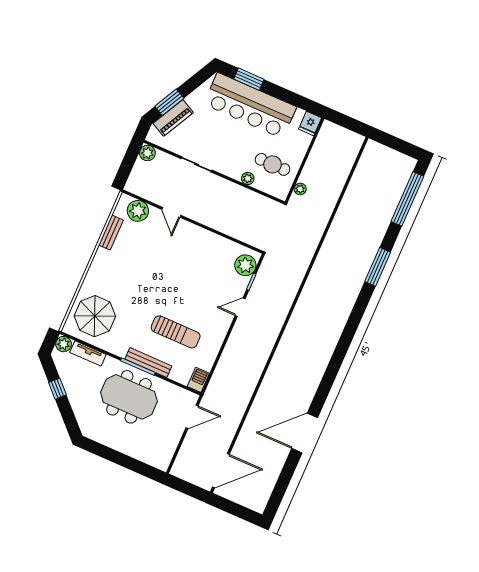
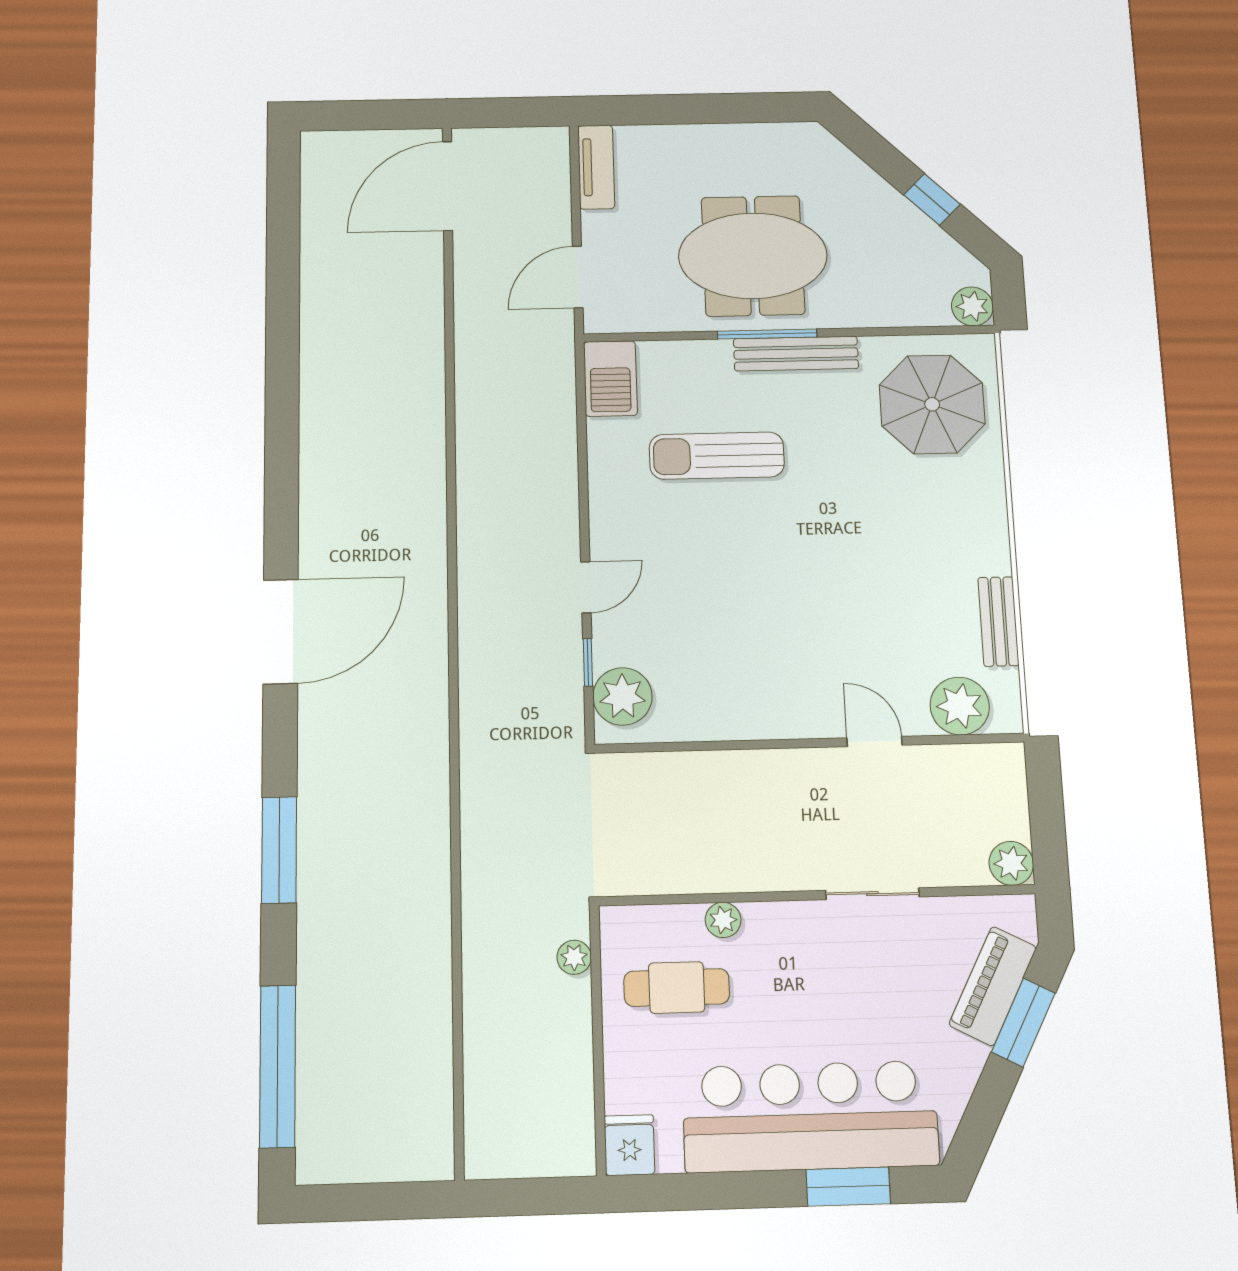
tv unit: (88, 353) -> (596, 167), moved, turned 90
bench: (148, 363) -> (796, 354), moved
barbecue: (198, 380) -> (610, 379), width x1.38, depth x1.27
door: (305, 433) -> (281, 632), moved

